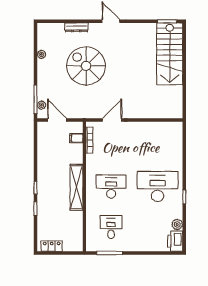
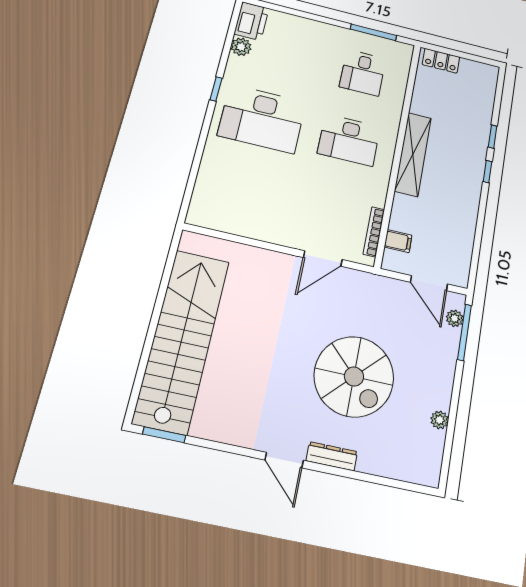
dresser: (76, 27) -> (332, 456), moved
stairs: (170, 54) -> (182, 340), width x1.36
locker: (52, 246) -> (441, 61), moved

